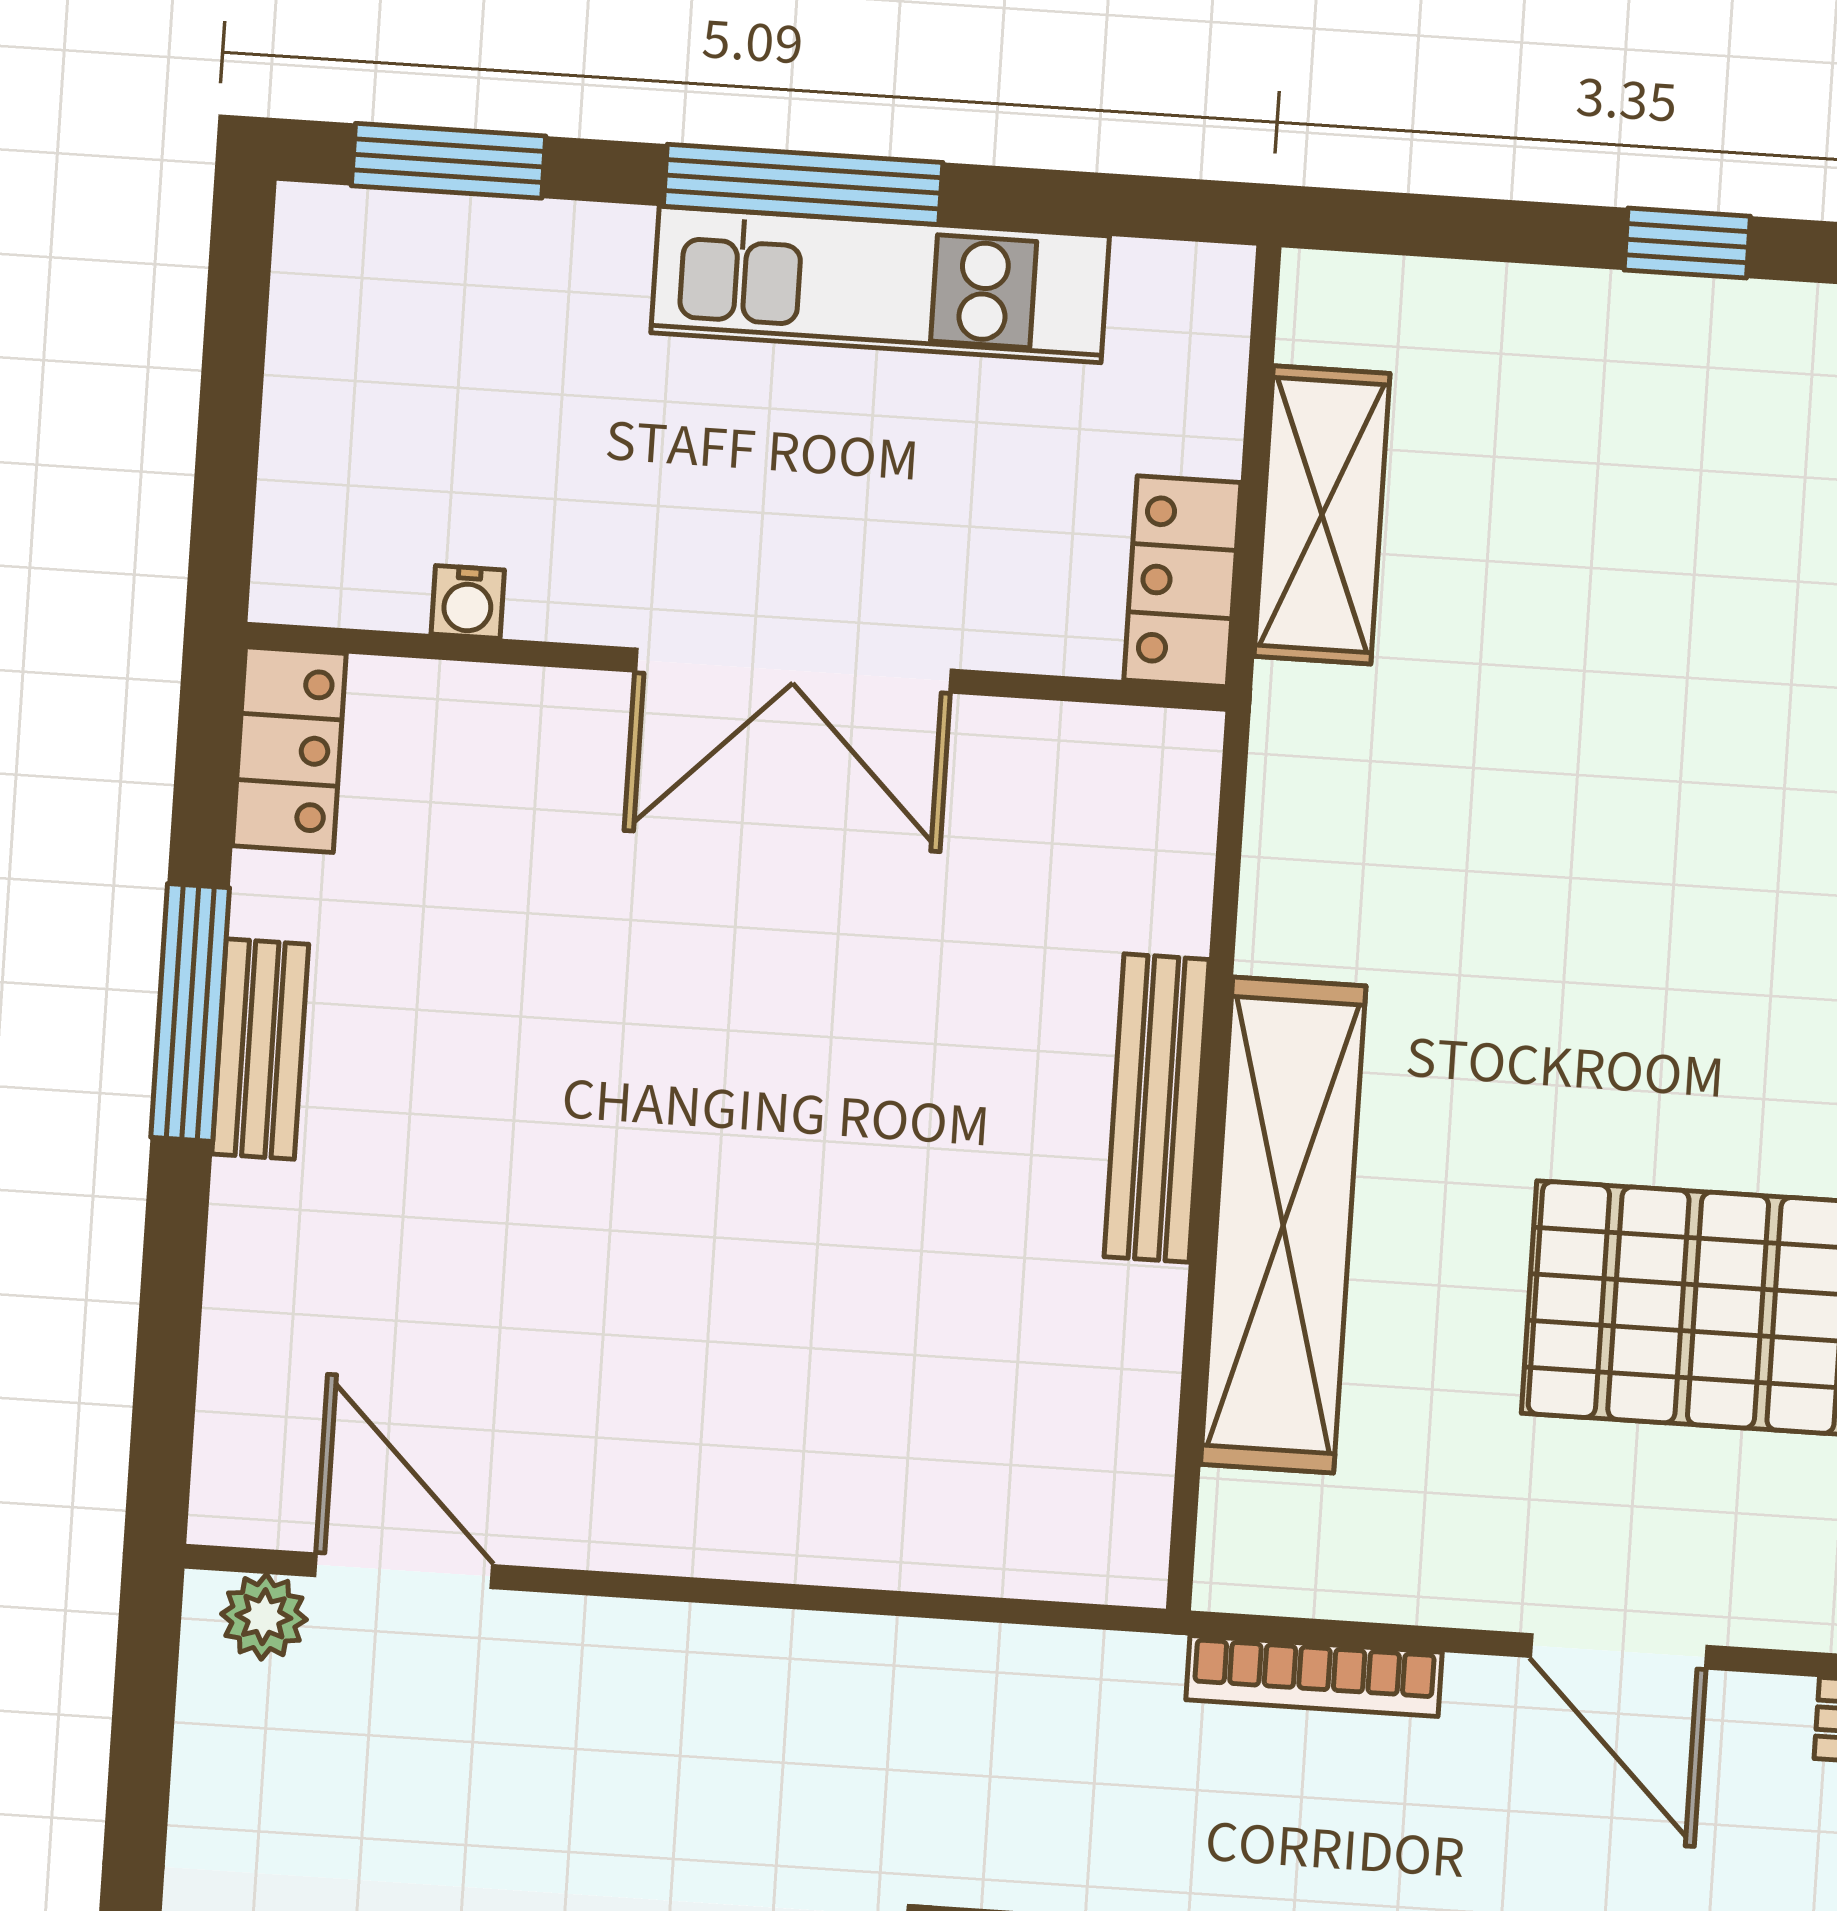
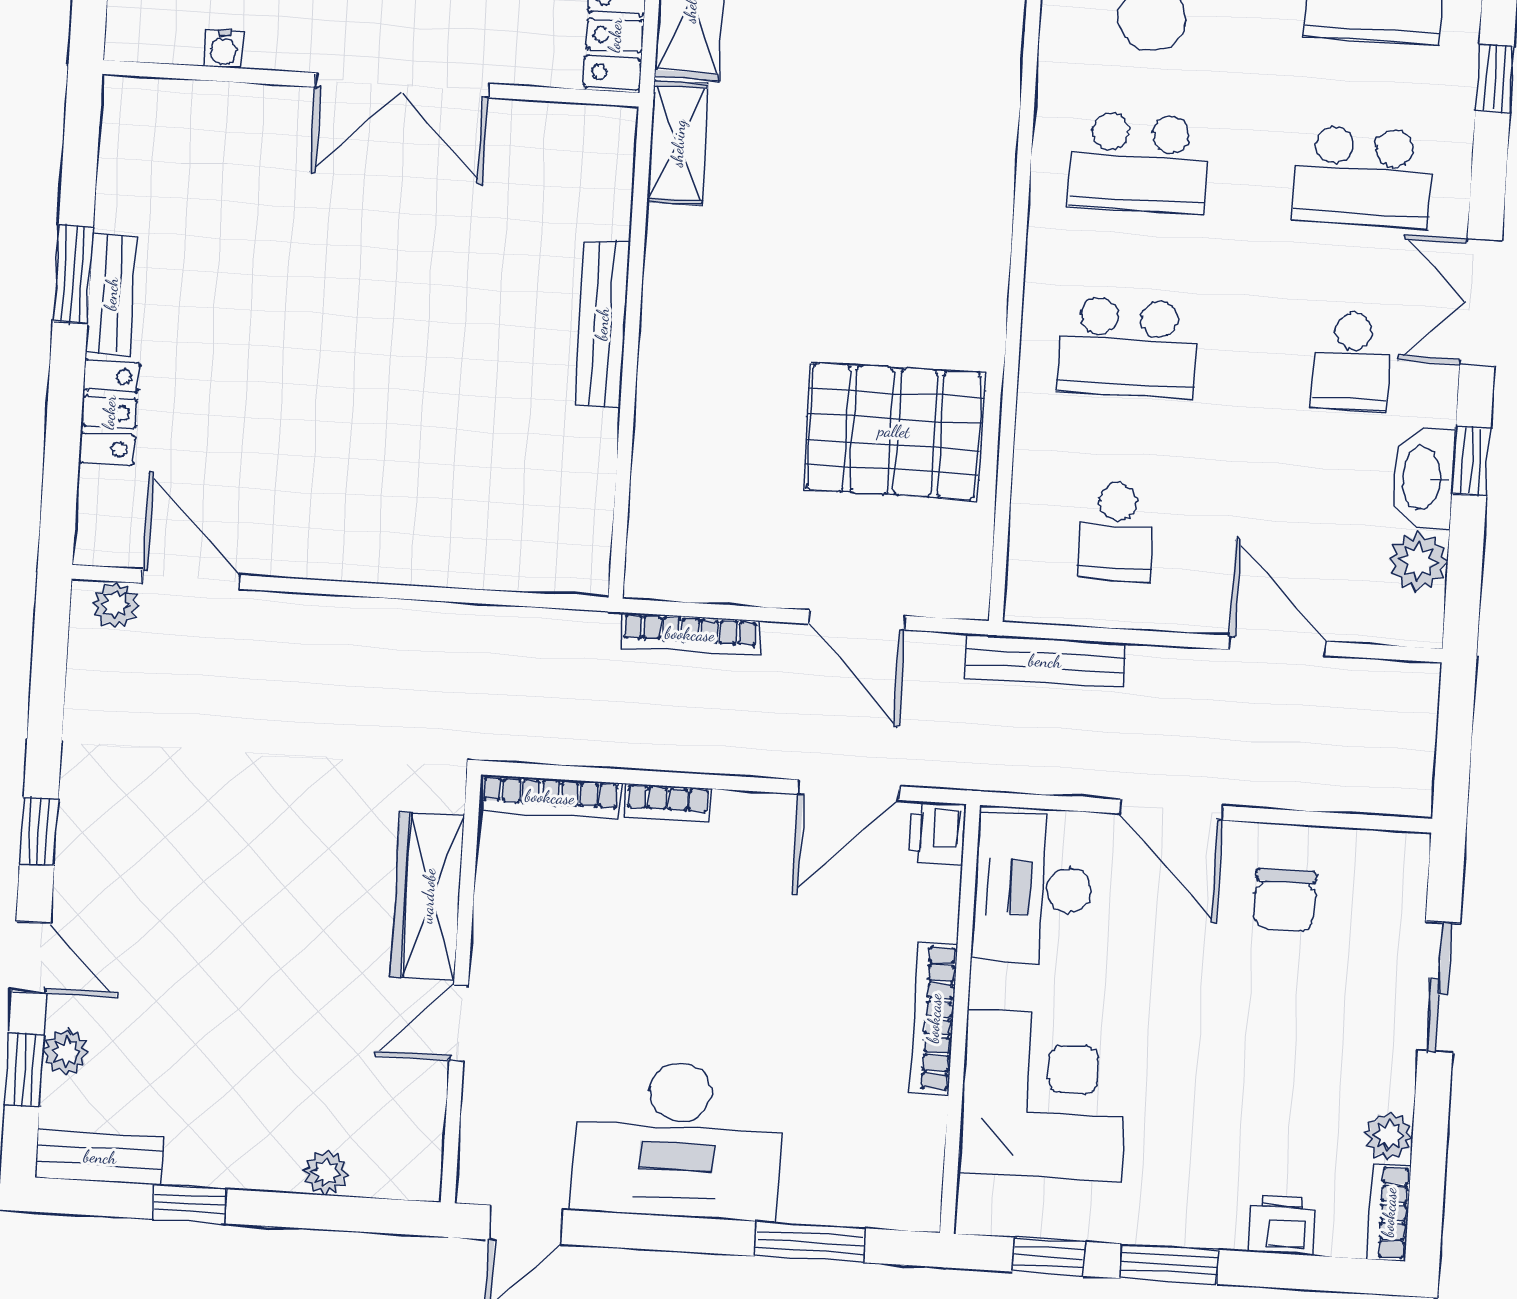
locker: (289, 750) -> (109, 412), moved
window: (190, 1012) -> (73, 274), width x0.69
shelving: (1283, 1225) -> (678, 143), moved, width x0.45, depth x0.75

